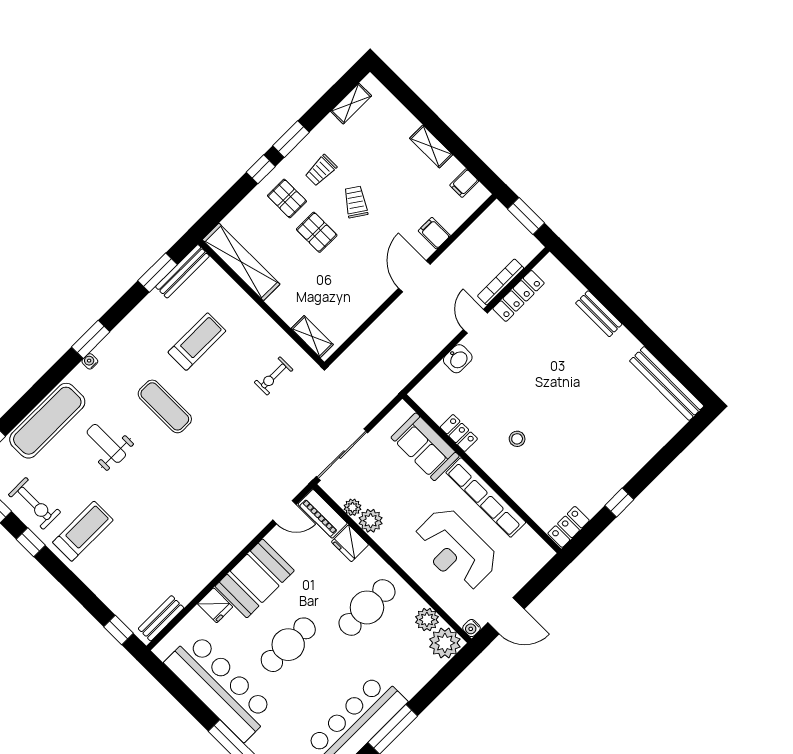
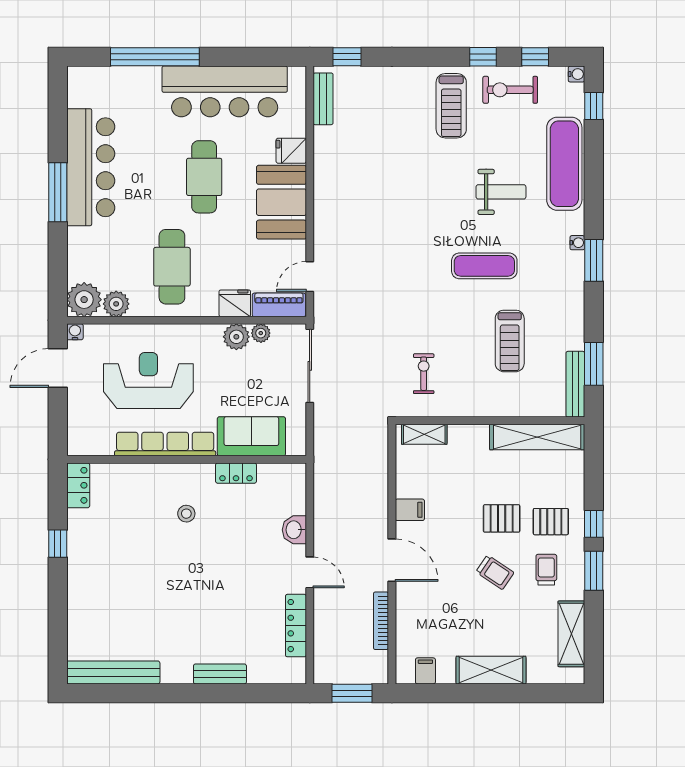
shelving: (351, 104) -> (571, 634), width x1.50, depth x1.33
shelving: (431, 146) -> (491, 670), width x1.50, depth x1.33
filing cabinet: (434, 233) -> (410, 510), moved
bookcase: (501, 282) -> (381, 621), moved, turned 180

